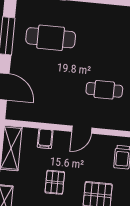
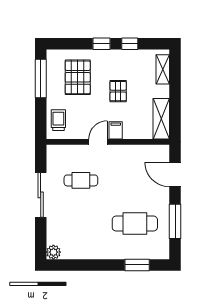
filing cabinet: (45, 139) -> (116, 130), moved

